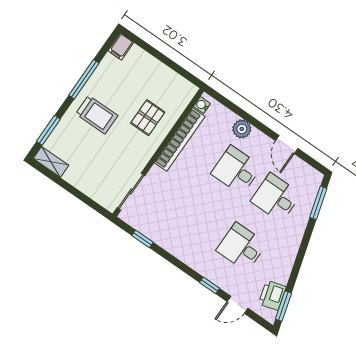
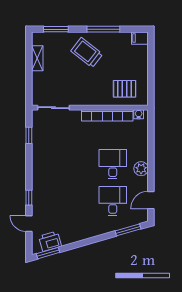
trolley: (97, 115) -> (87, 53), turned 128
pallet: (148, 118) -> (125, 89), moved
plant: (242, 129) -> (141, 169), moved
door: (287, 144) -> (151, 200), moved
shelving: (51, 162) -> (37, 58), moved
desk: (242, 247) -> (67, 201), removed

